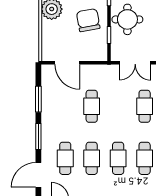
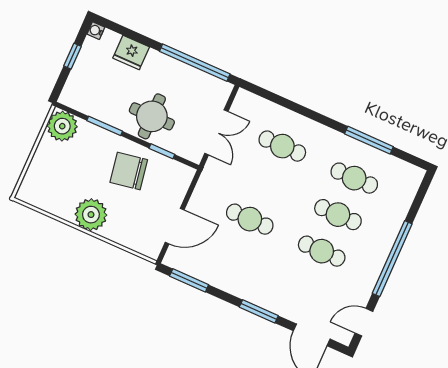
window: (38, 99) -> (189, 280), moved
cafe table: (65, 158) -> (305, 288), removed

